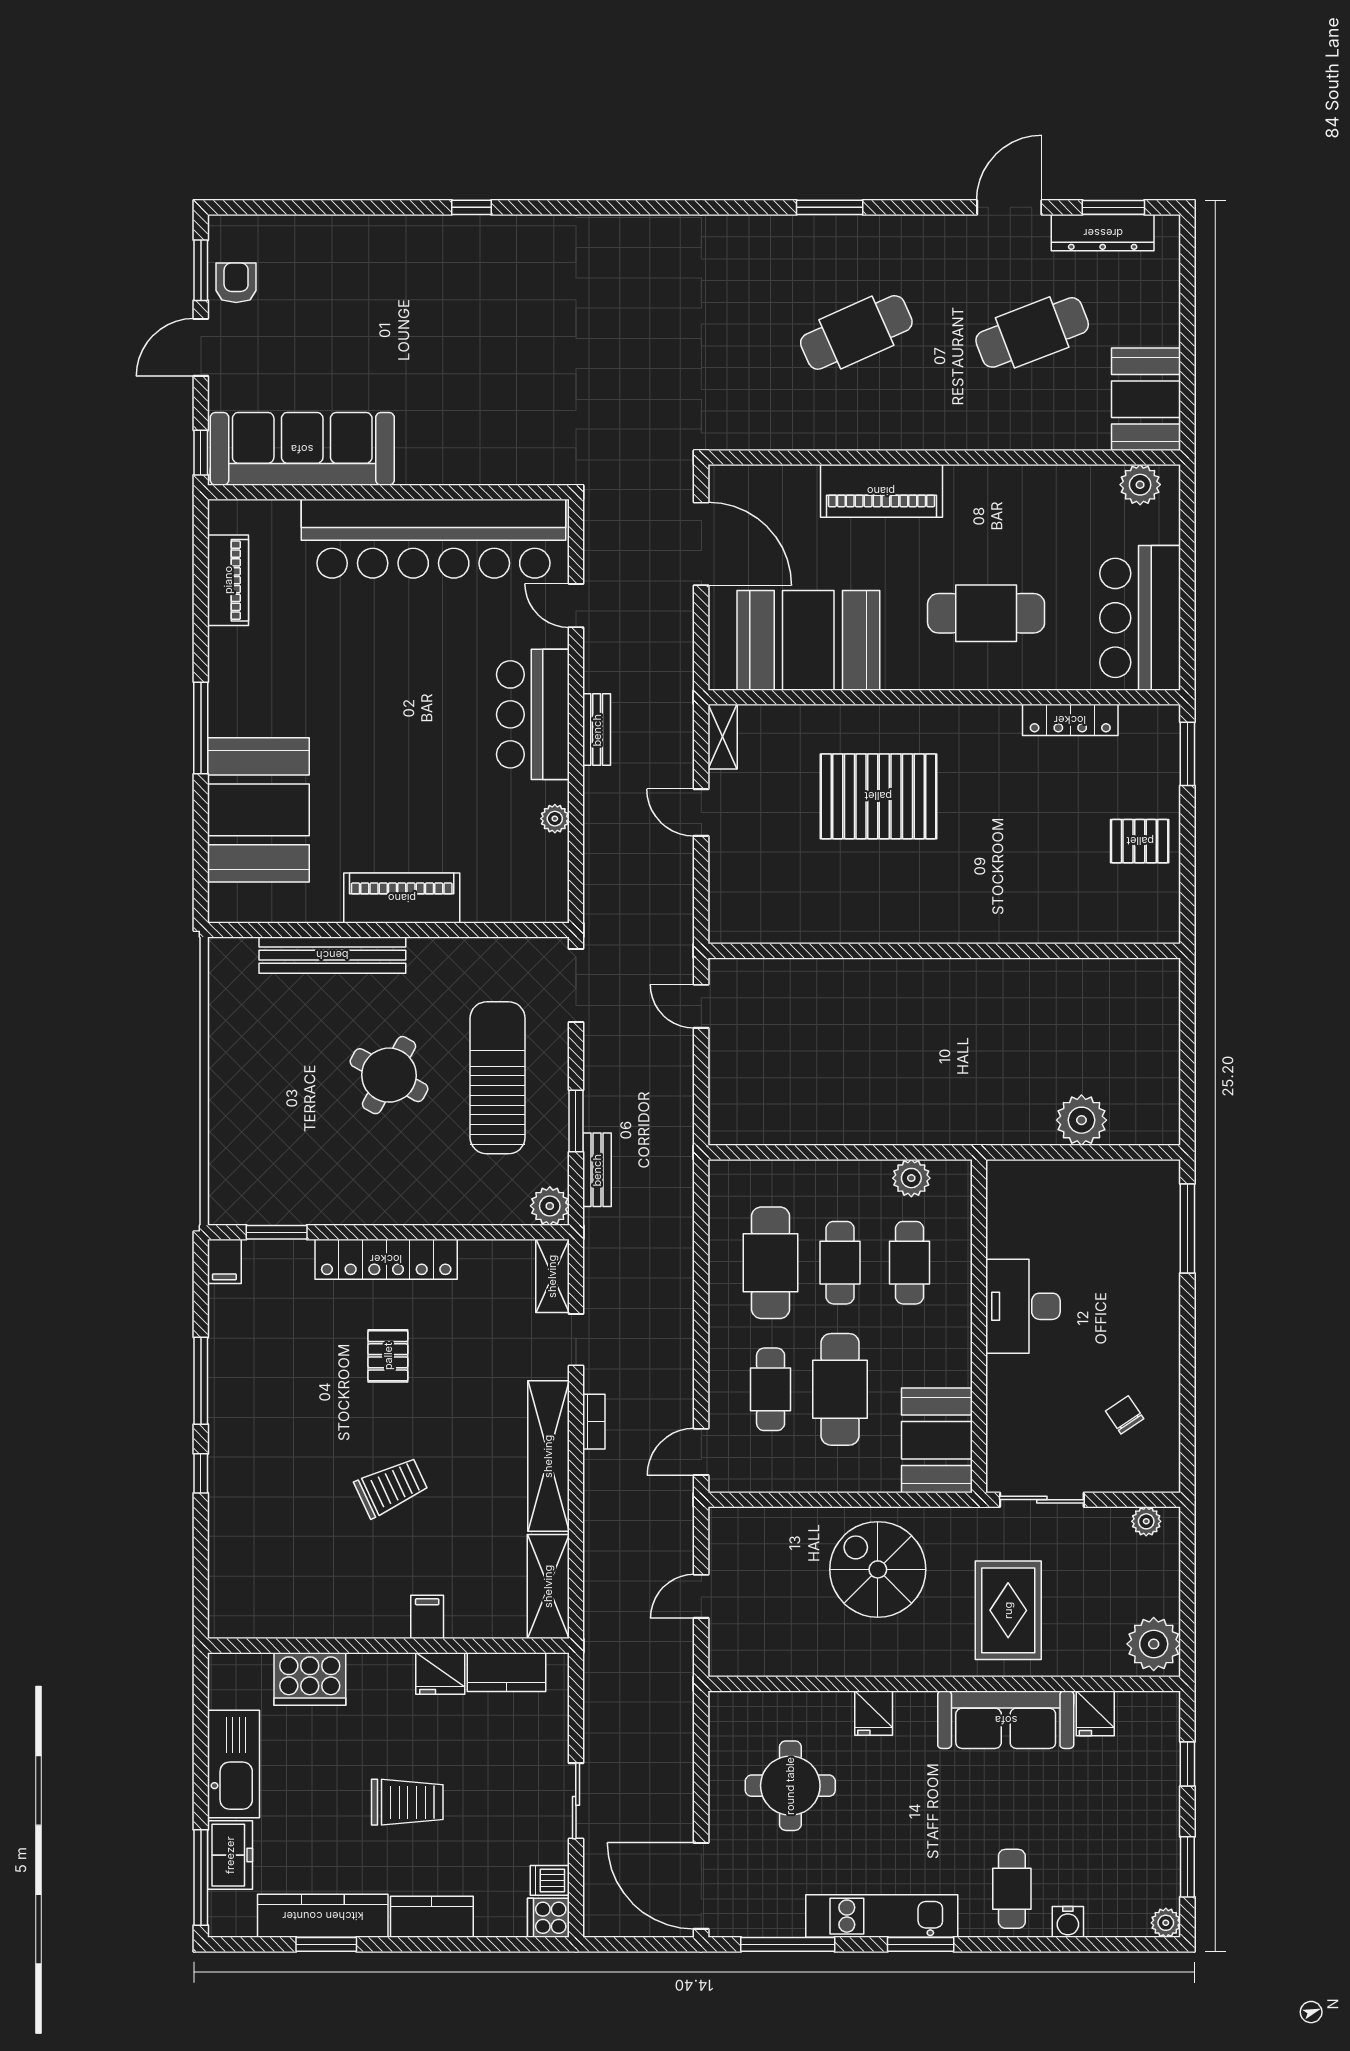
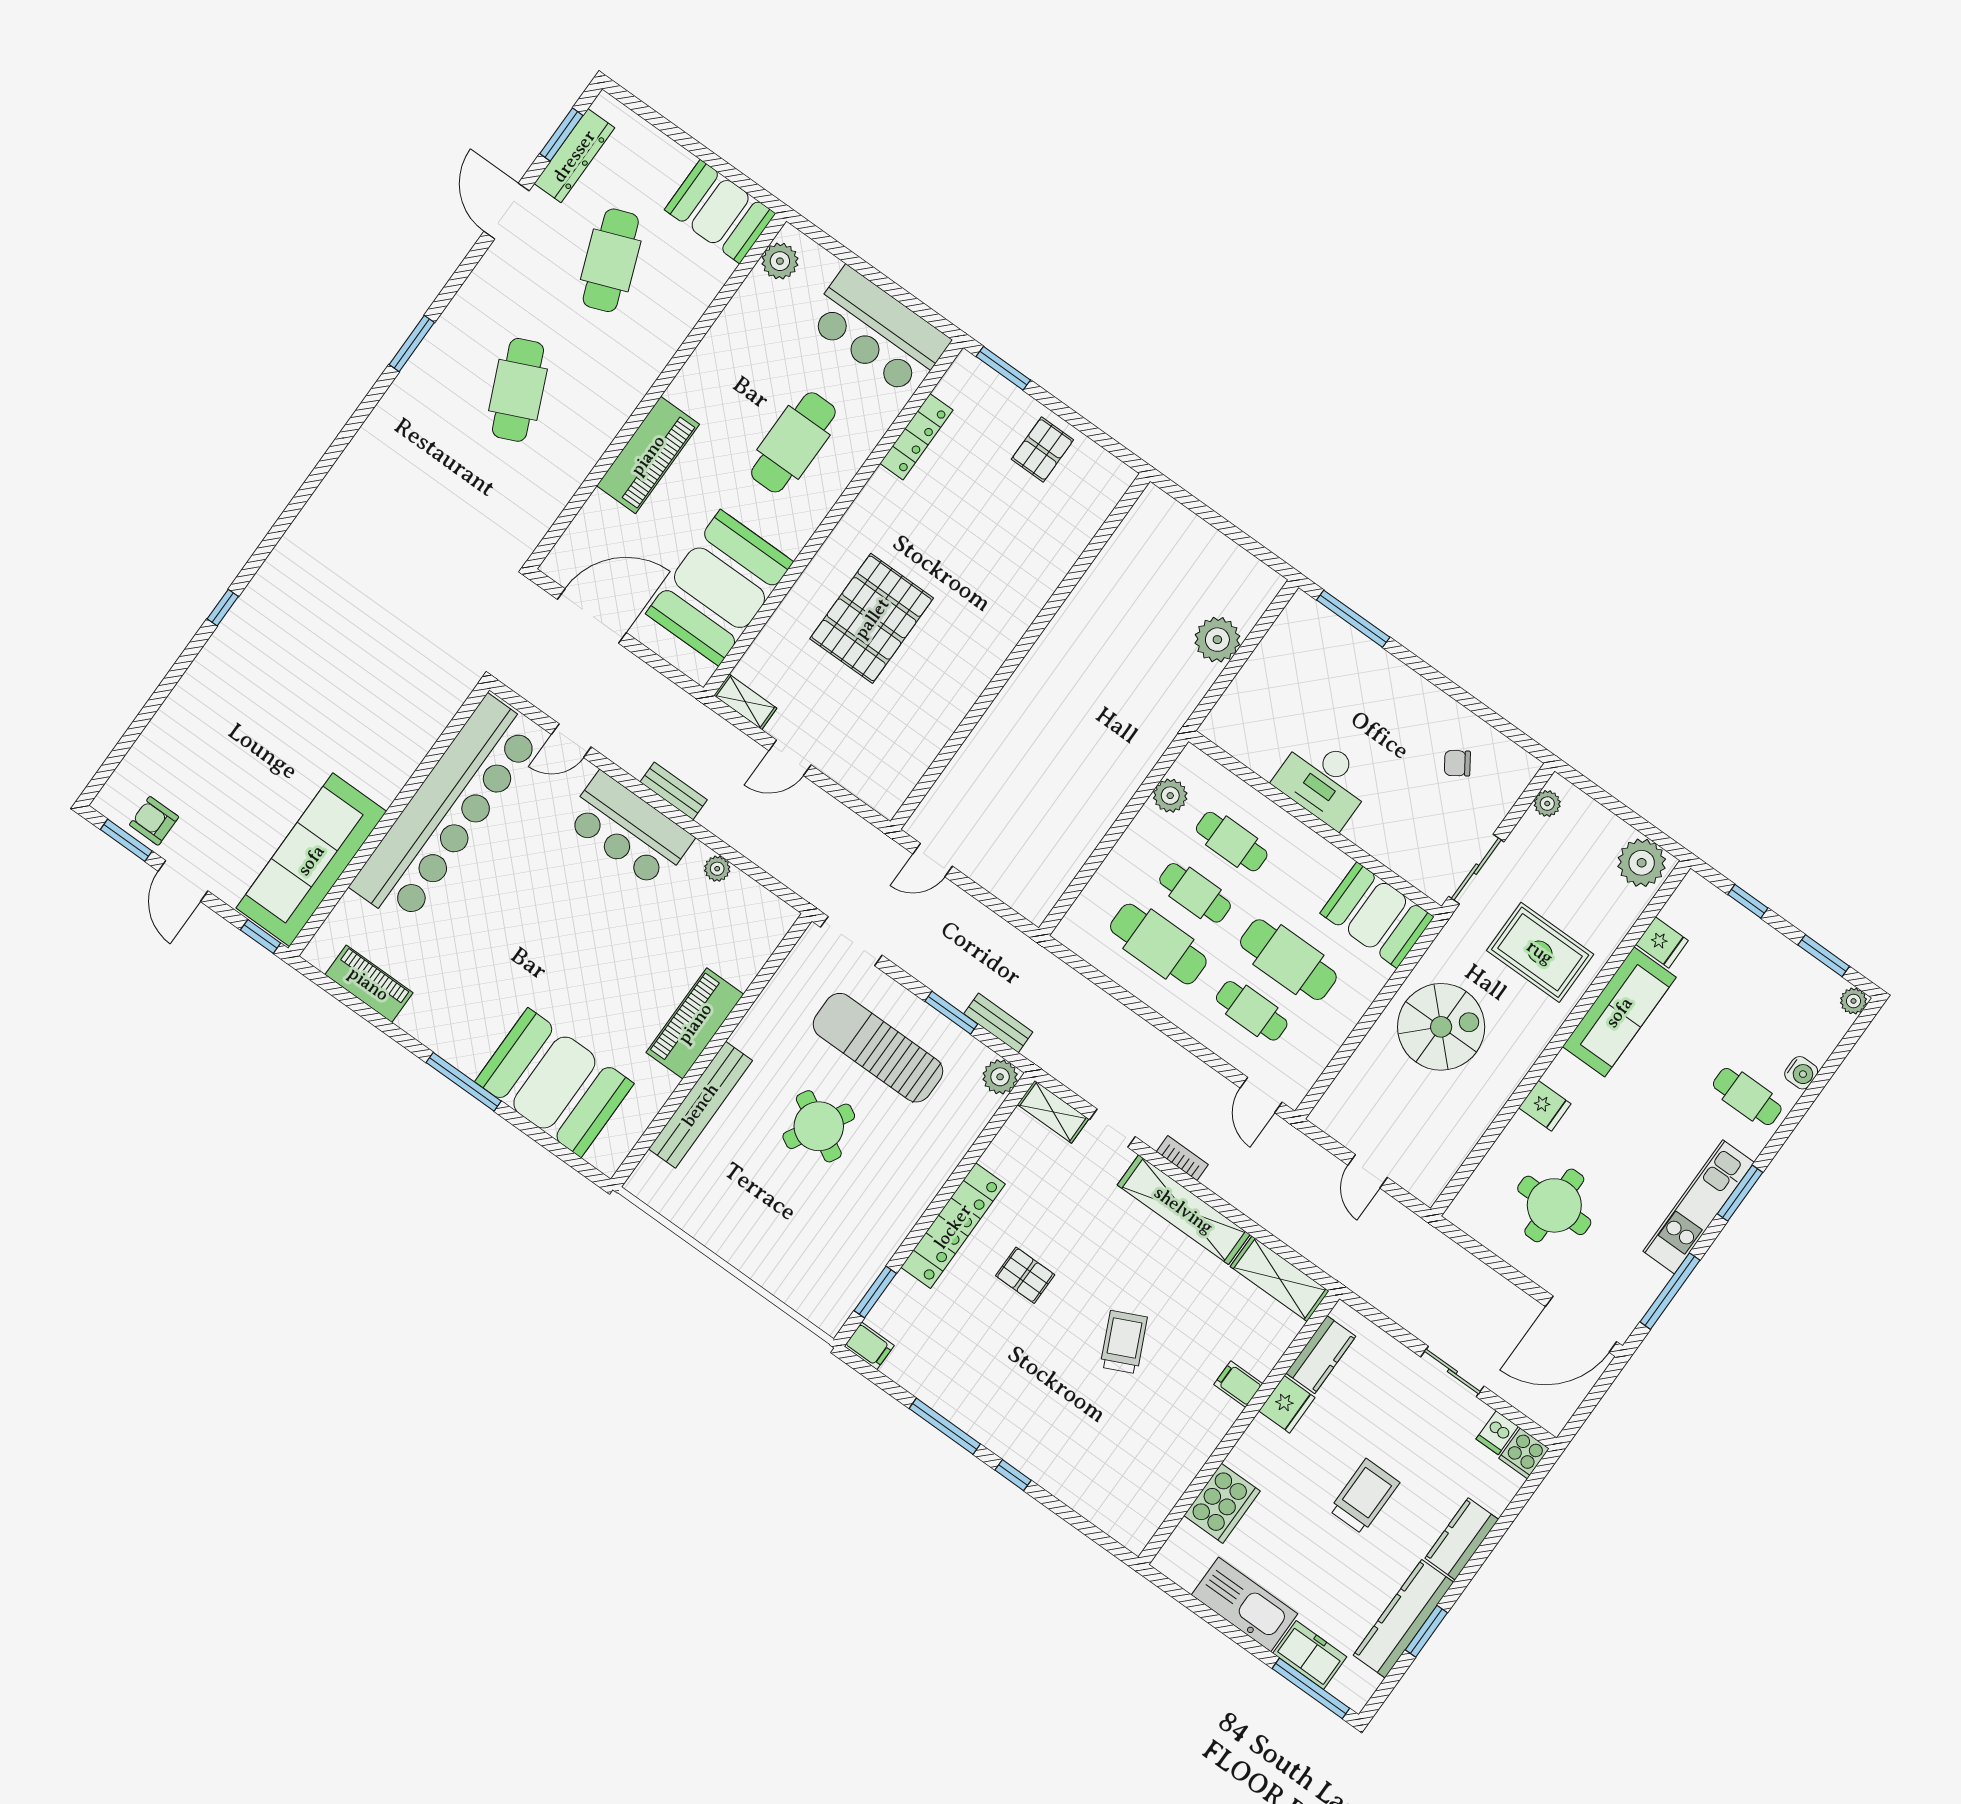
spiral stairs: (878, 1569) -> (1441, 1027), turned 180

